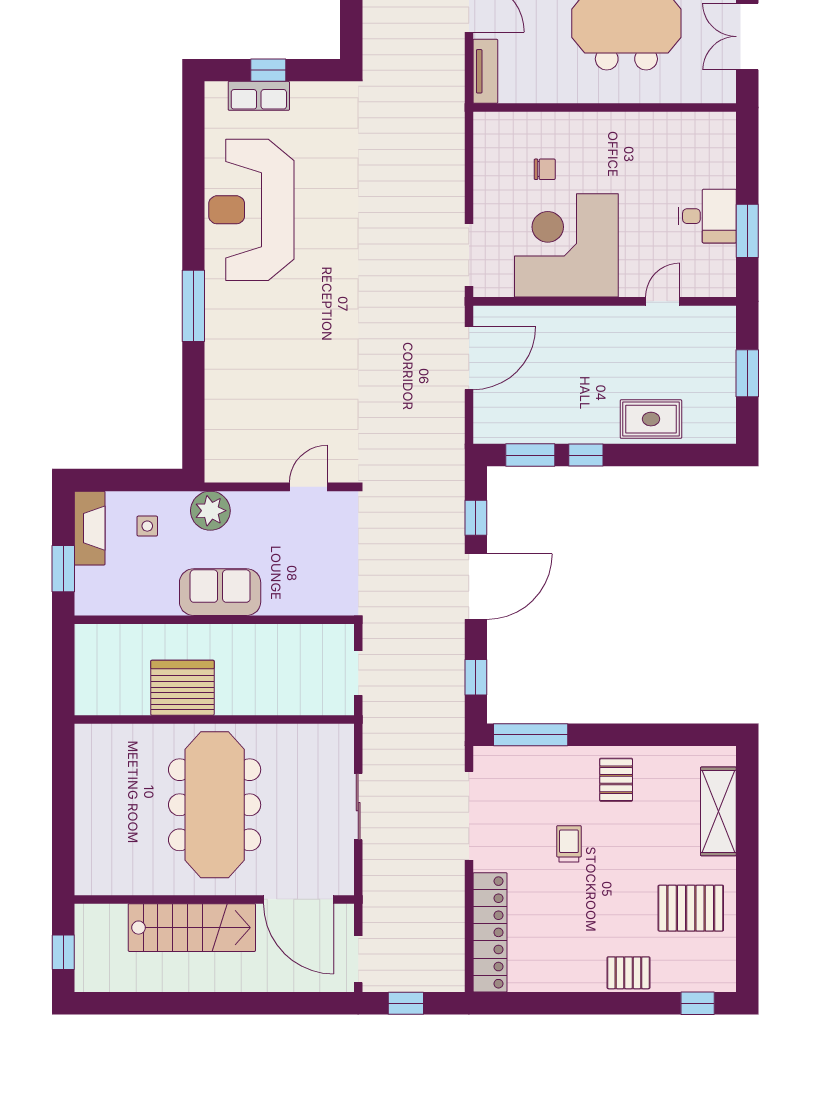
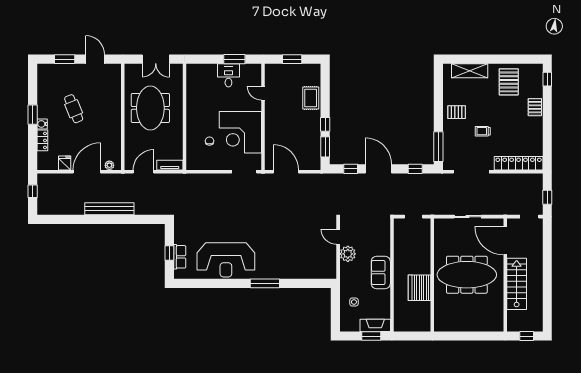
plant: (210, 511) -> (348, 254), moved
fireplace: (90, 528) -> (375, 325), moved
door: (299, 899) -> (505, 241), swing flipped

